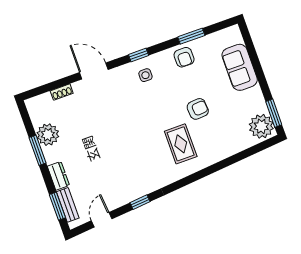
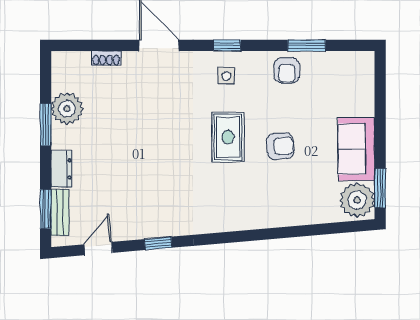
sofa: (240, 67) -> (356, 149), moved
rug: (181, 144) -> (228, 137), moved

